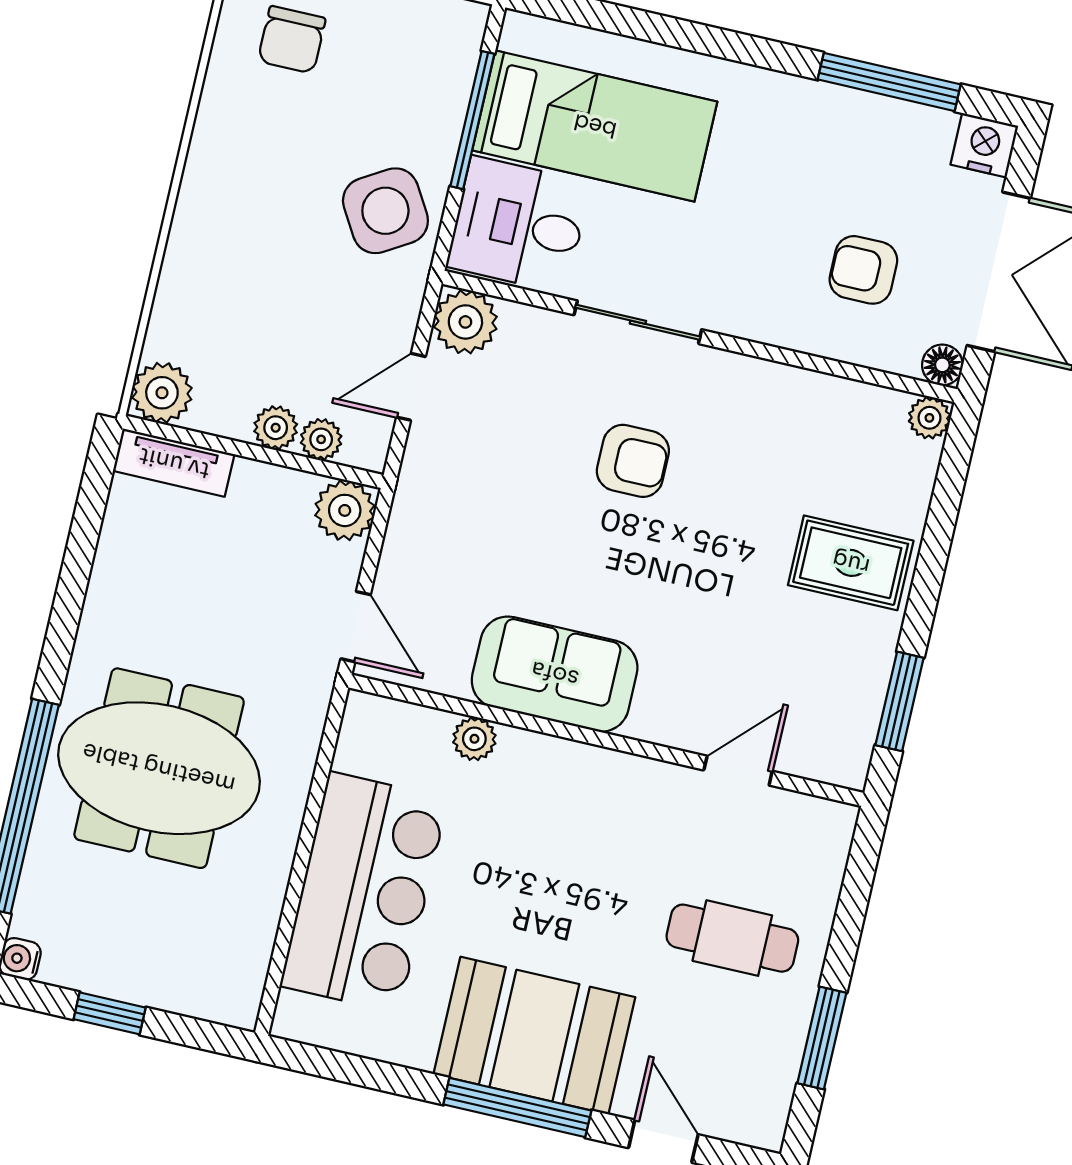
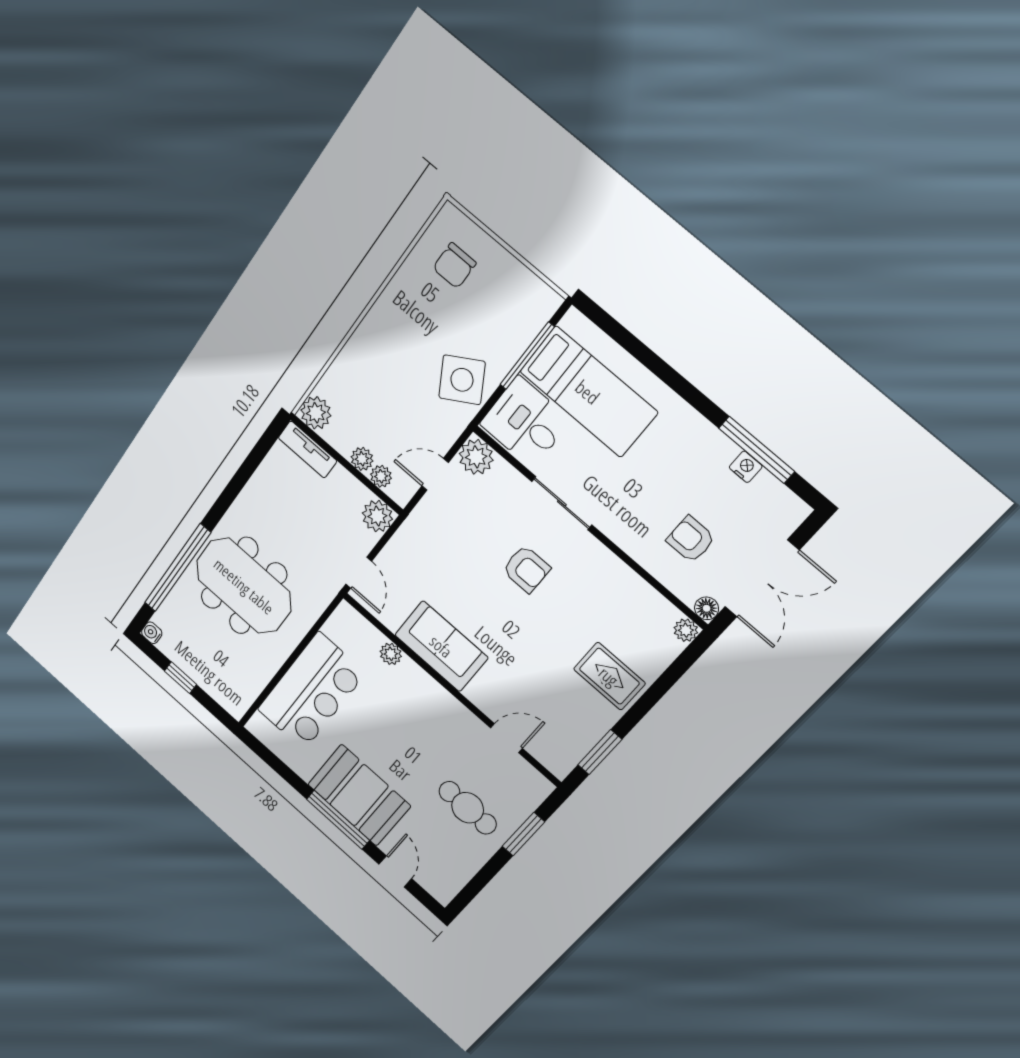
nightstand: (984, 145) -> (746, 467), moved, width x0.72, depth x0.74
window: (822, 1038) -> (523, 834), moved

